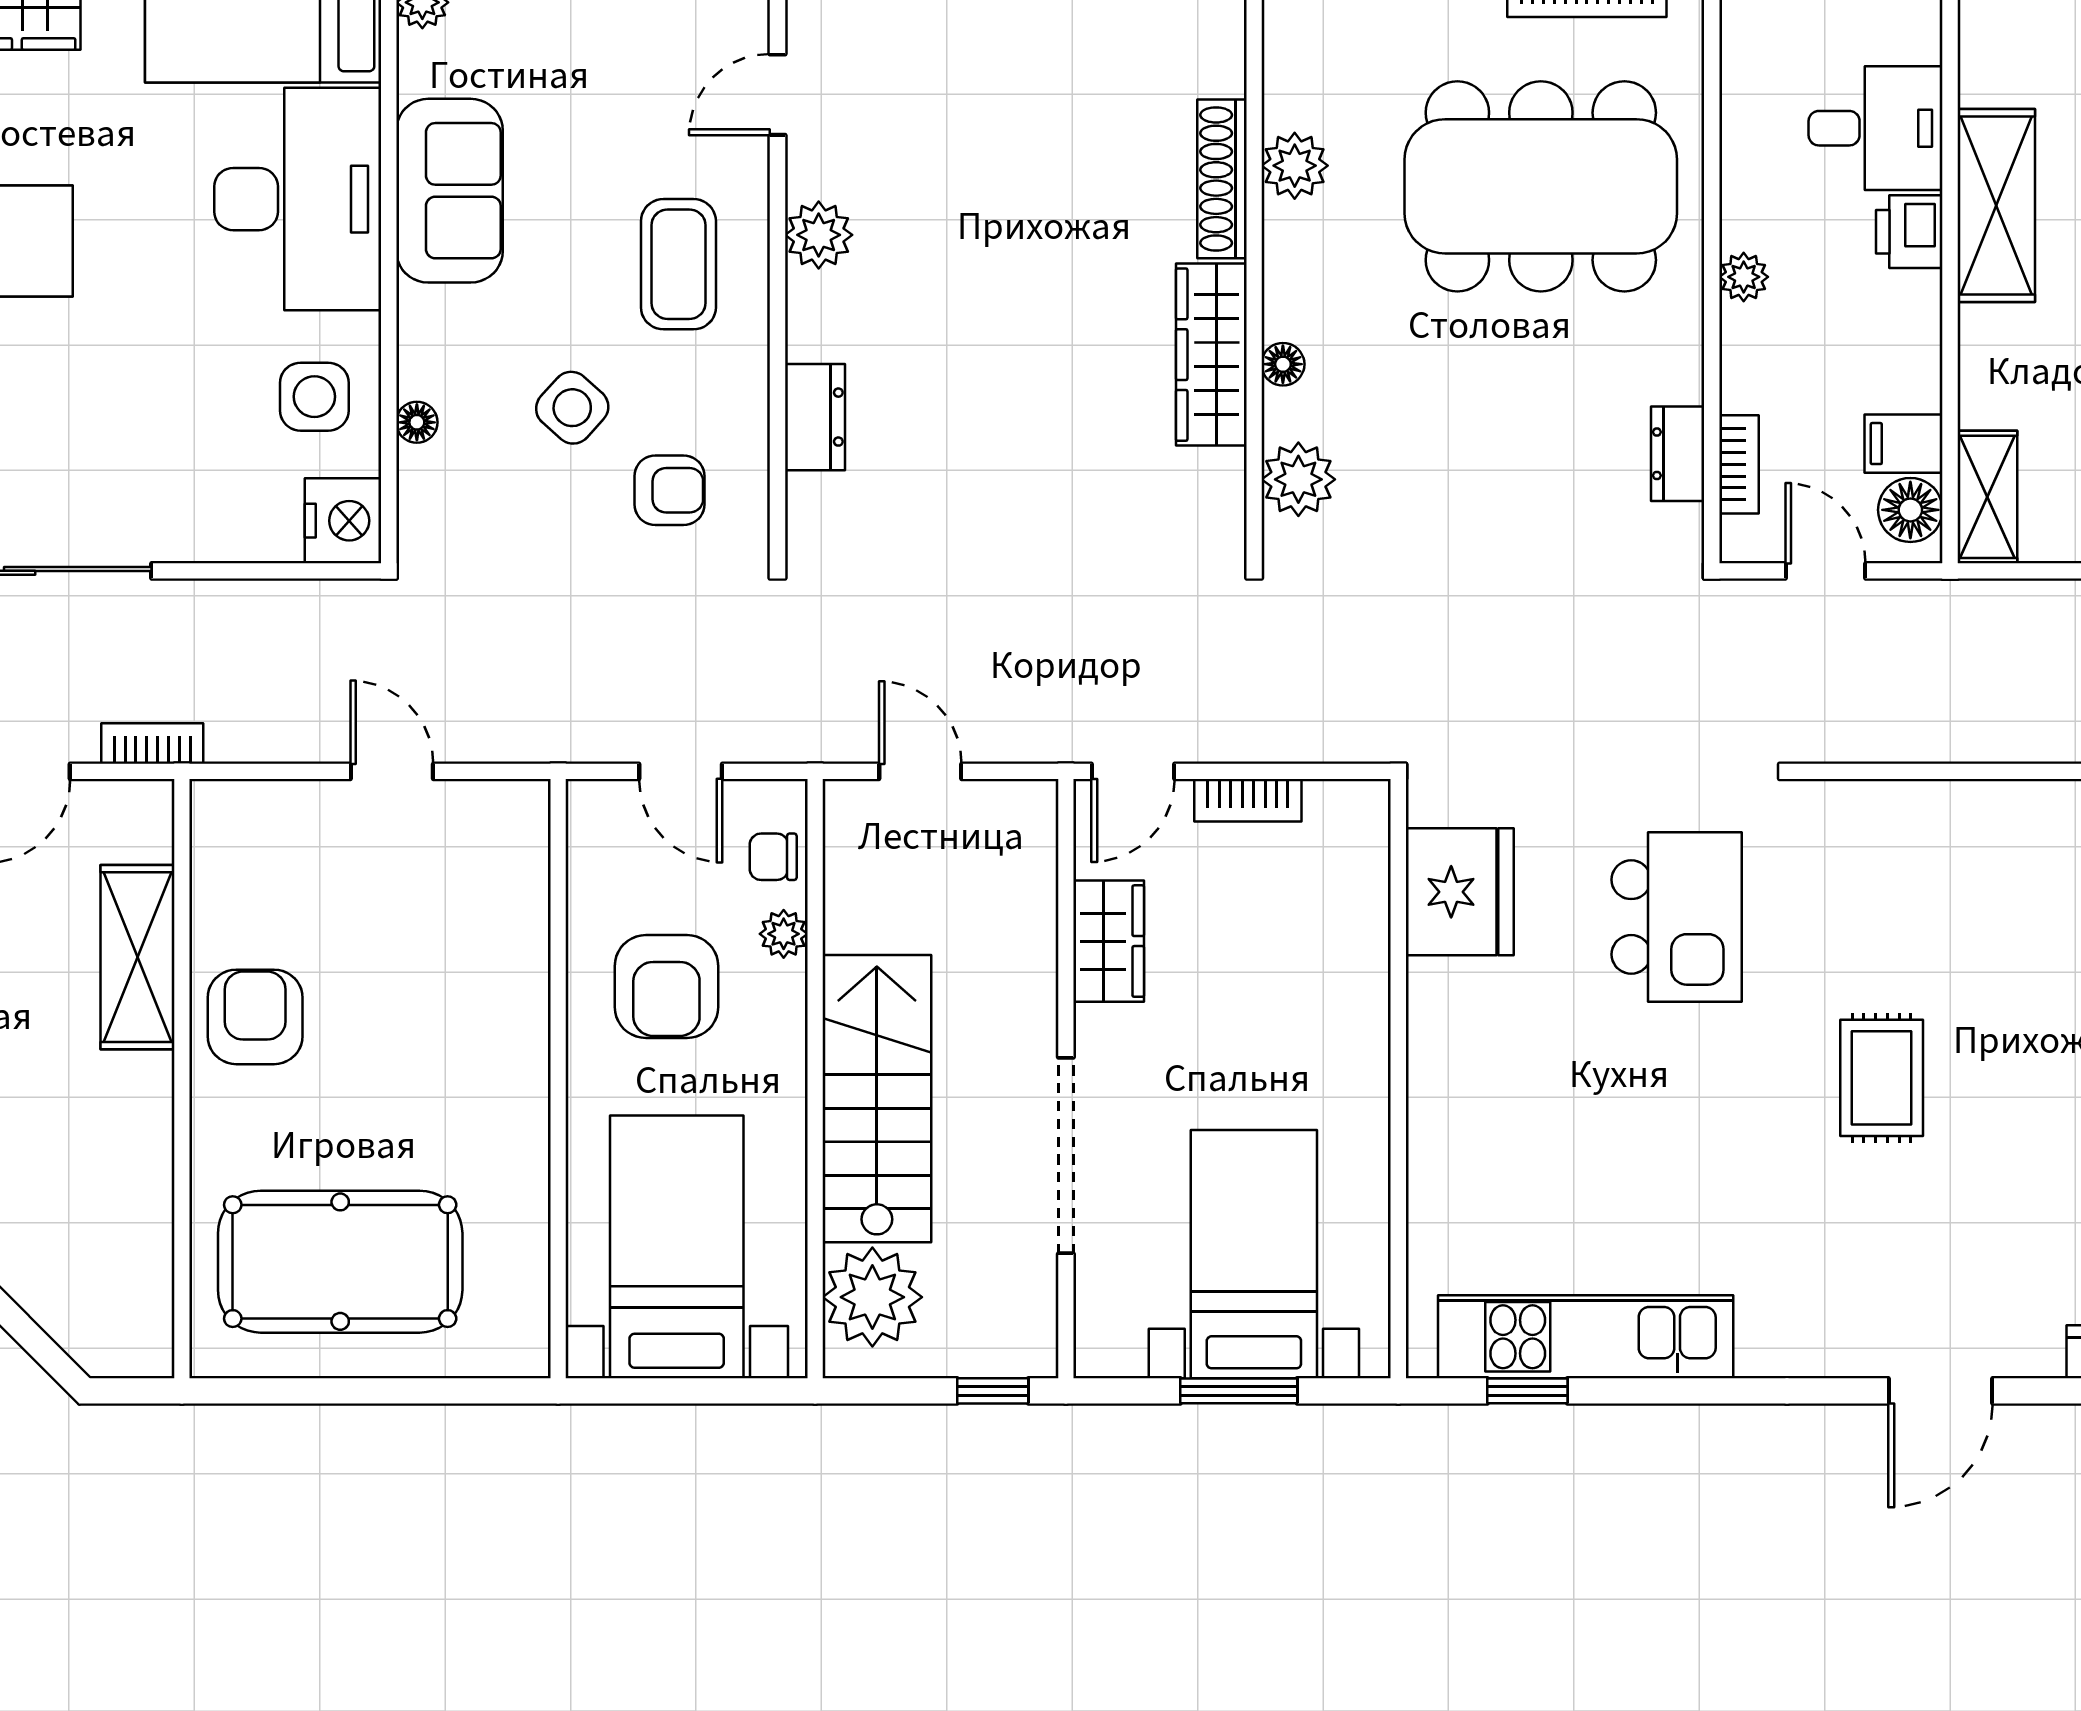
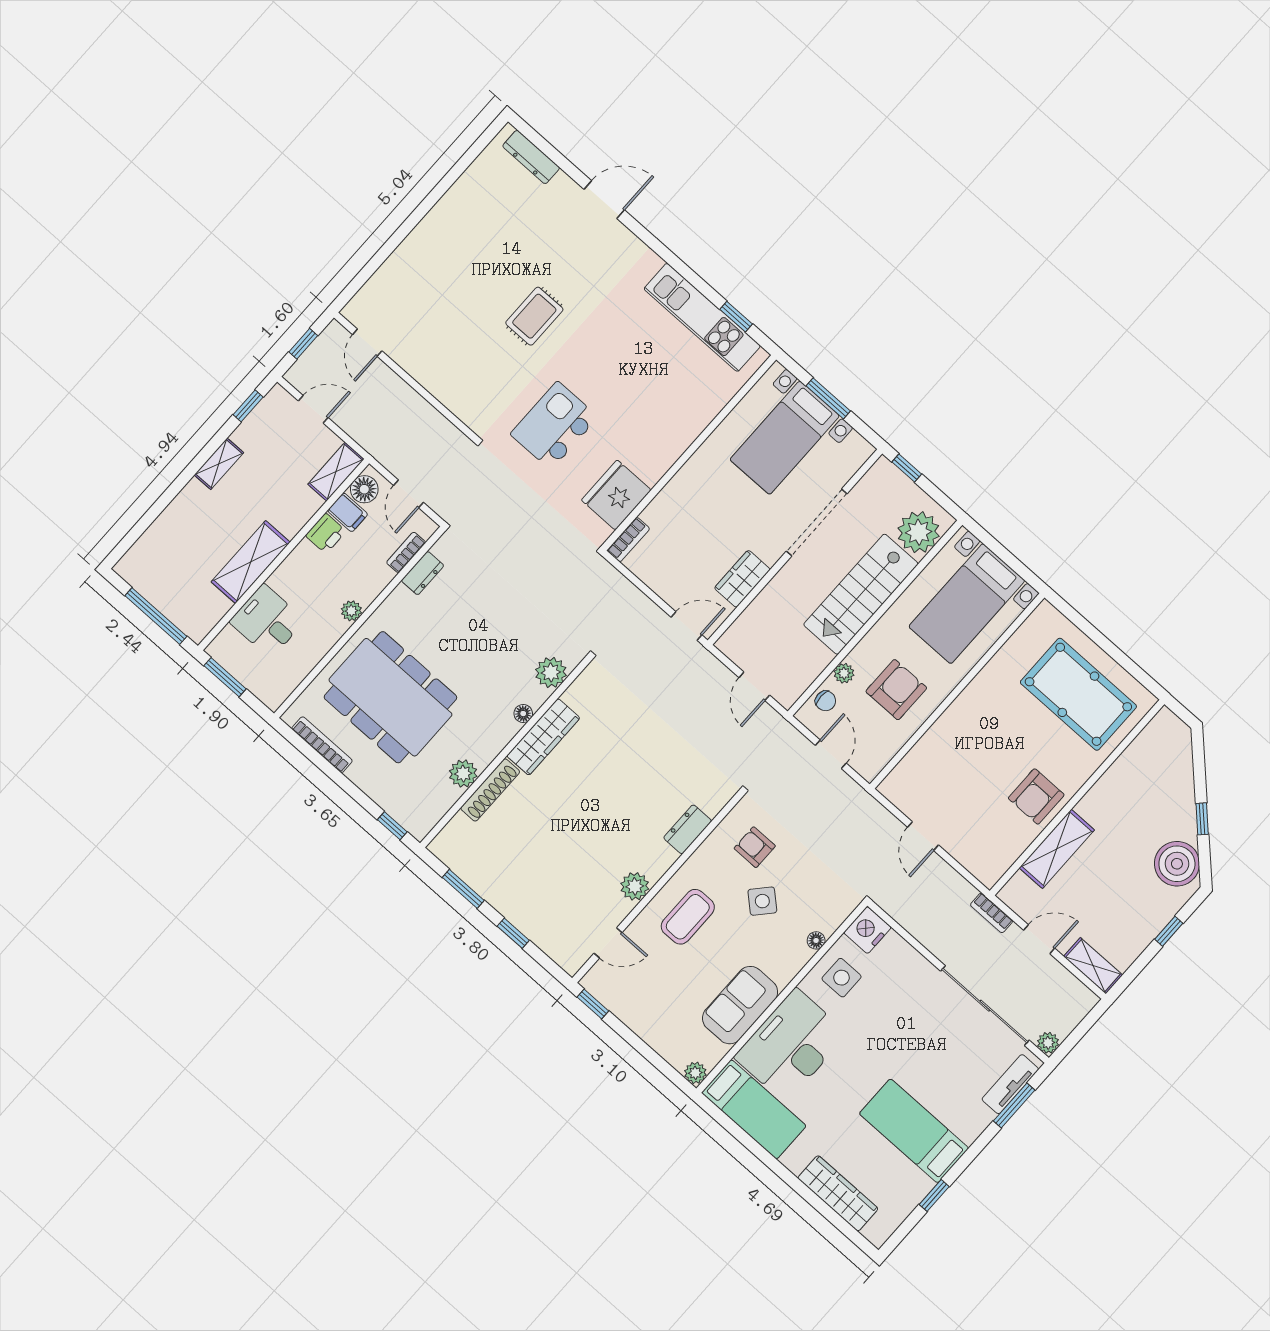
printer: (1909, 232) -> (326, 533), moved
bookcase: (1248, 800) -> (628, 540), moved, turned 90

